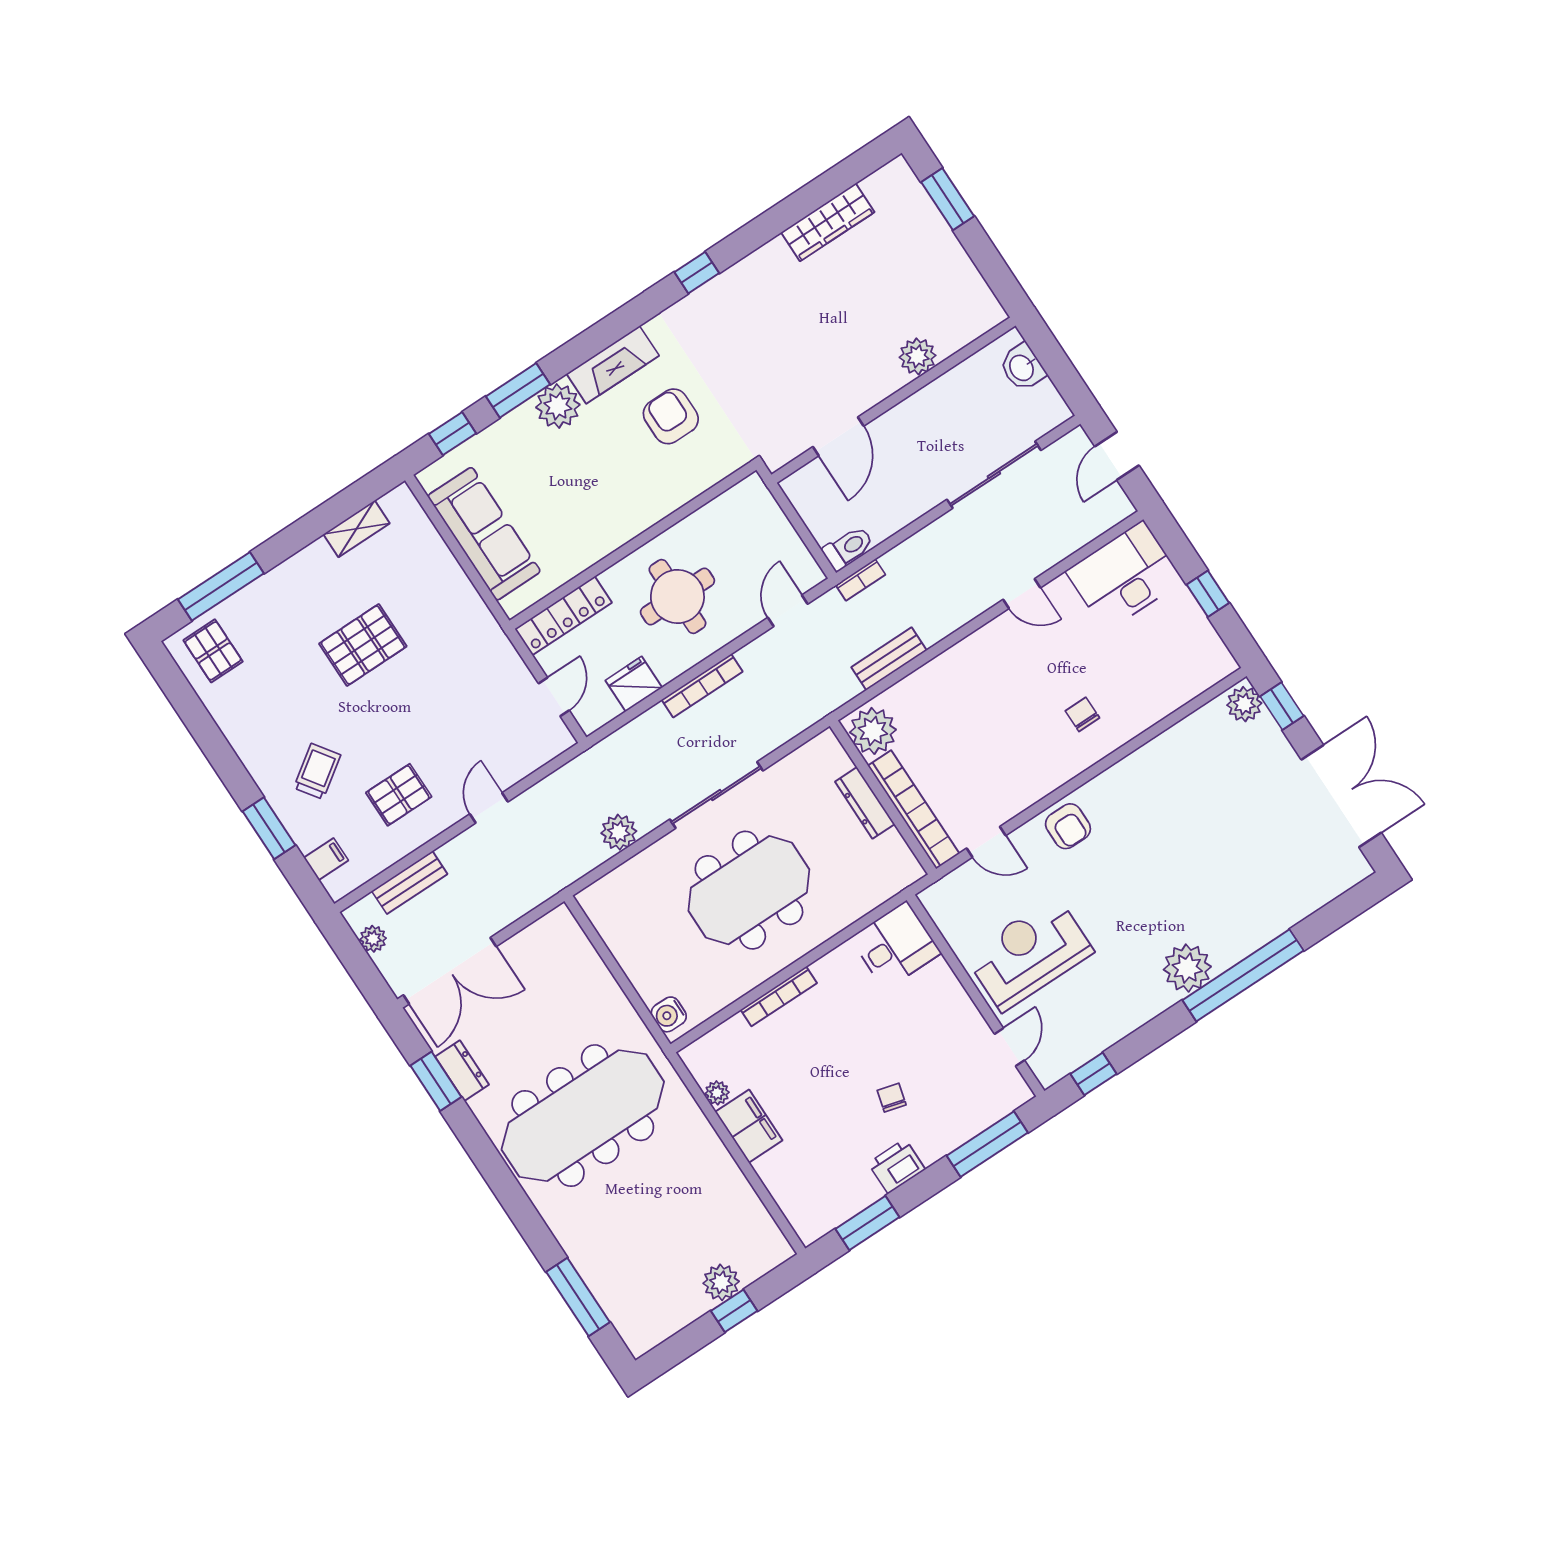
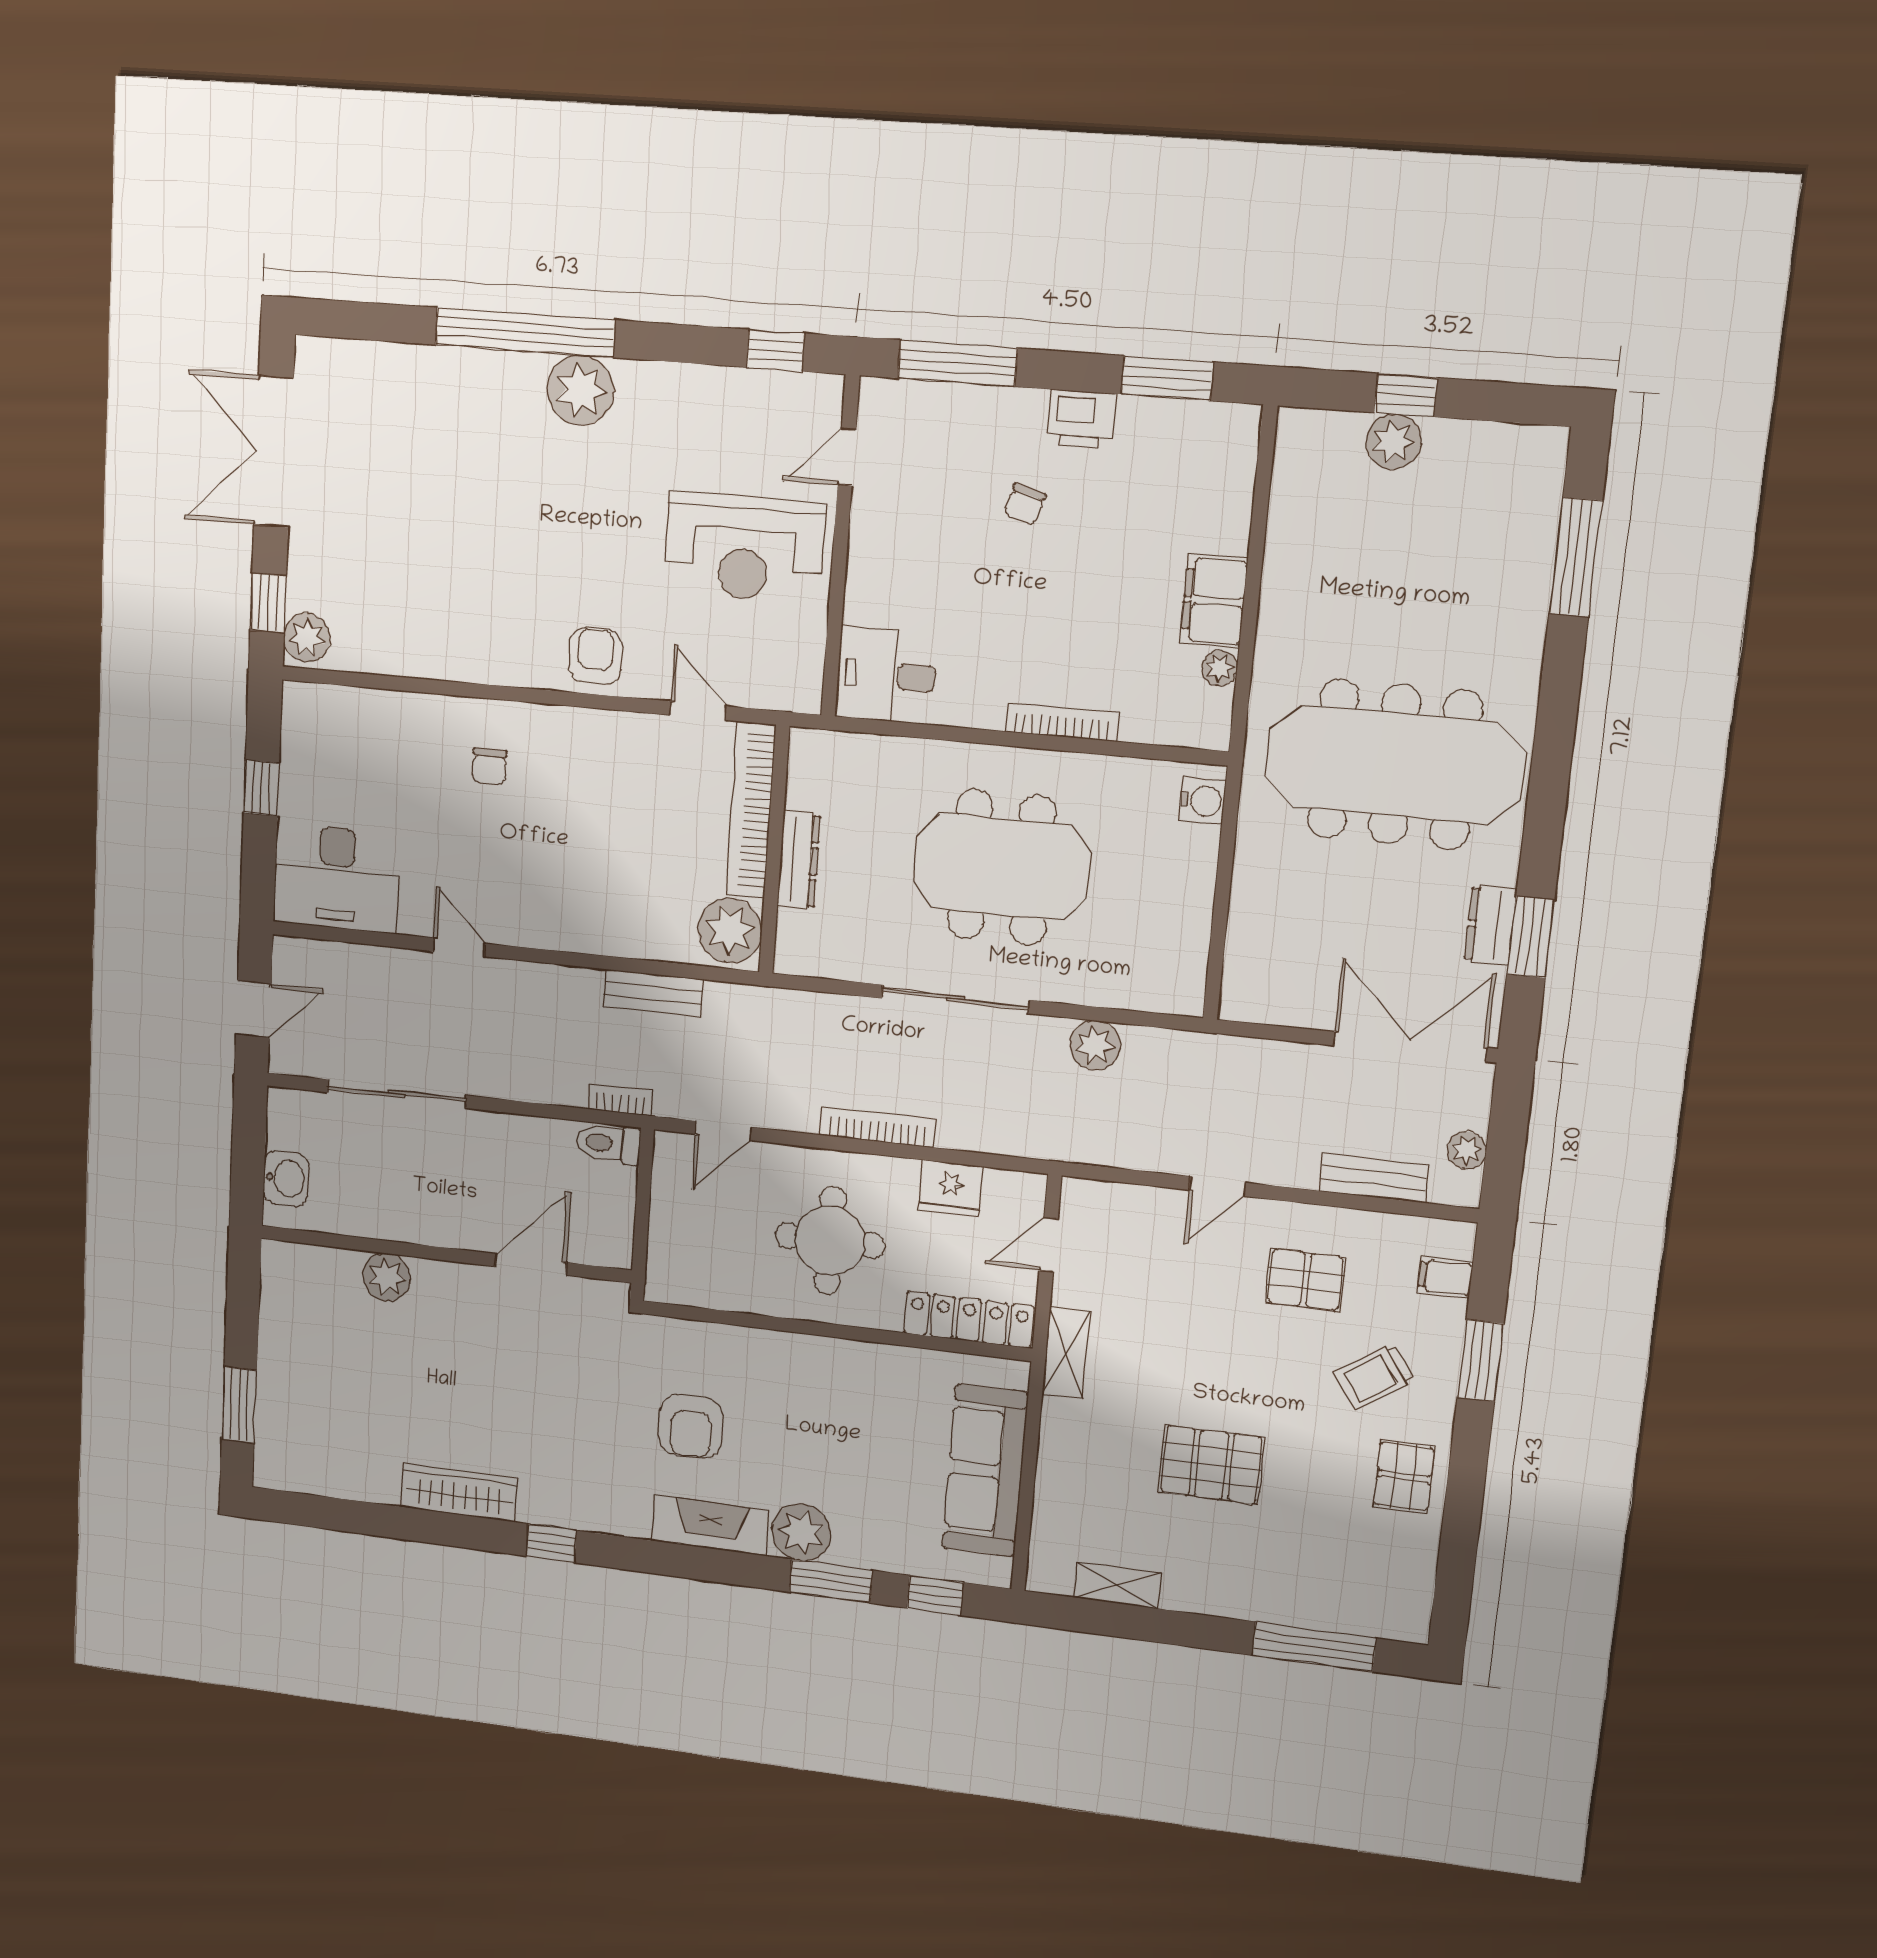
wardrobe: (828, 222) -> (459, 1493), moved
shelving: (494, 642) -> (1066, 1353), added
pallet: (213, 651) -> (1404, 1476), moved

